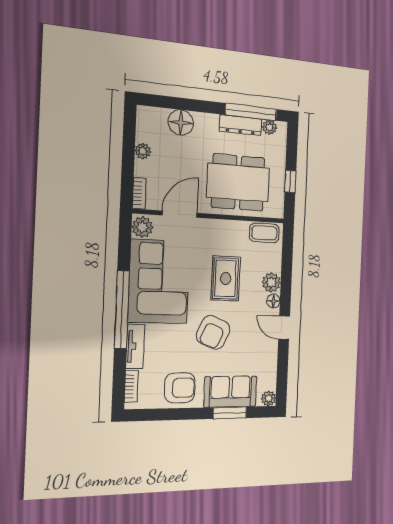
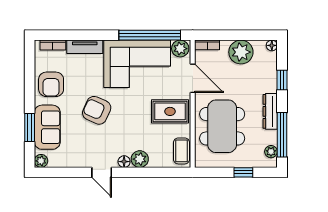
window: (186, 104) -> (282, 80), added
floor lamp: (181, 122) -> (272, 45), moved, width x0.53, depth x0.53
dresser: (240, 125) -> (270, 111), moved
plant: (143, 151) -> (241, 52), width x1.87, depth x1.87
window: (290, 181) -> (243, 172), moved
rug: (226, 278) -> (170, 111), moved
window: (122, 310) -> (150, 35), moved
door: (284, 328) -> (102, 172), swing flipped

